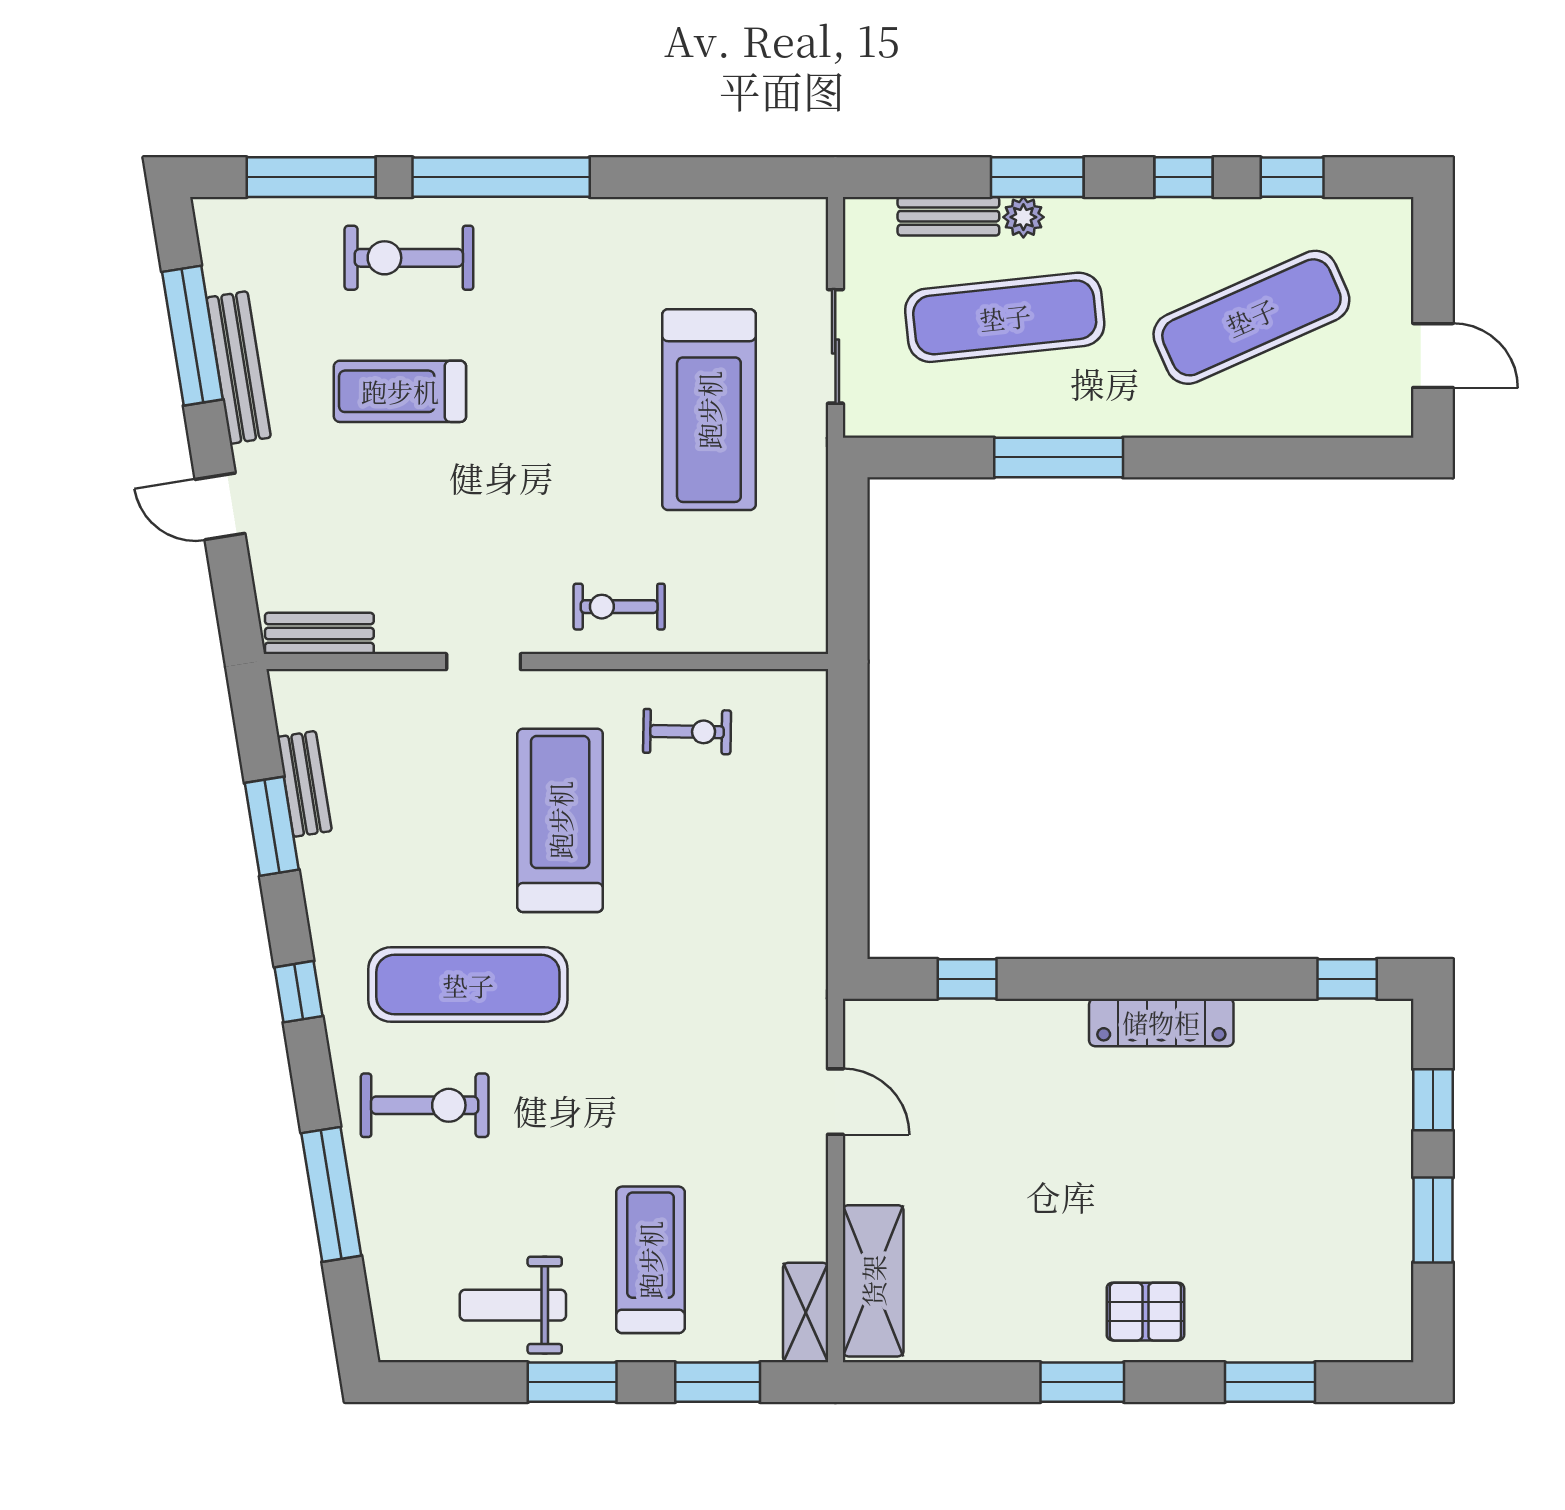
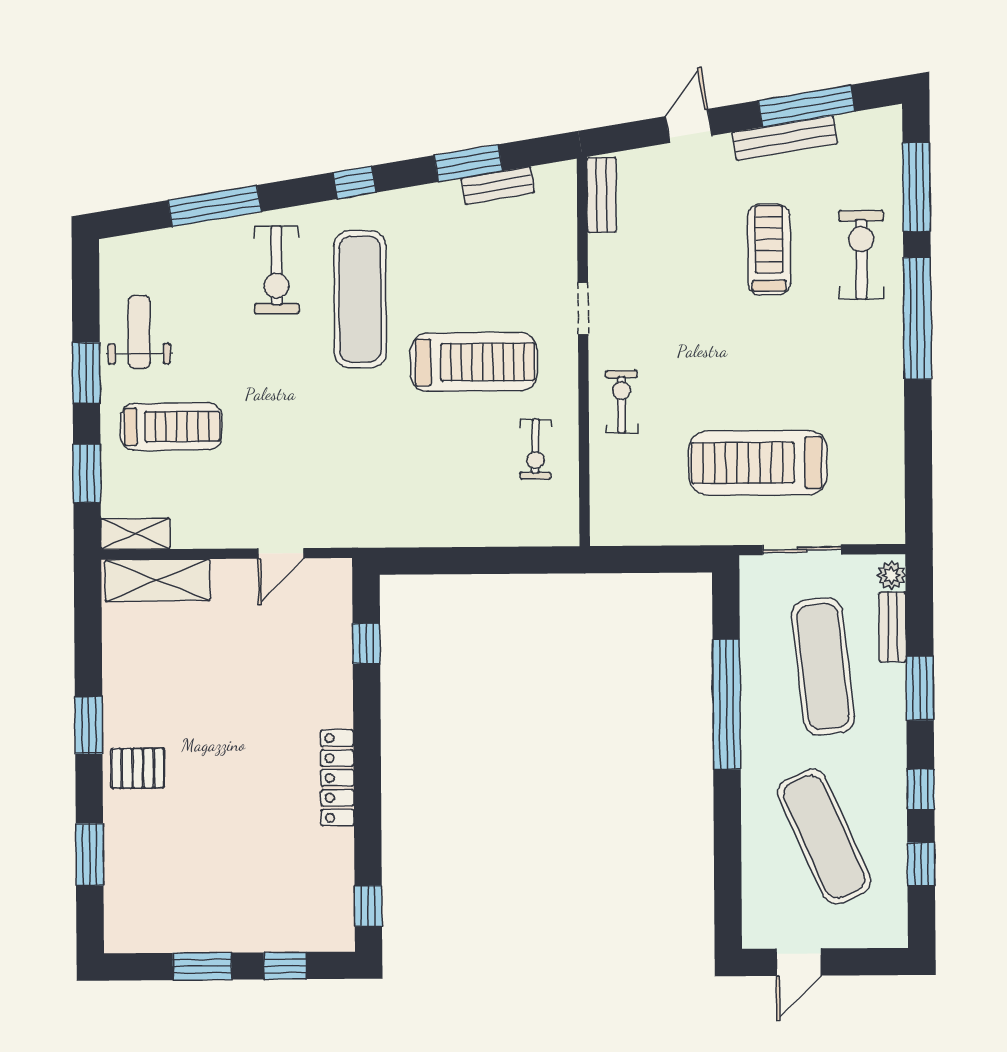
plant: (1023, 217) -> (892, 575), moved
window: (1059, 457) -> (727, 704), width x1.46
pallet: (1145, 1312) -> (138, 768), turned 90

